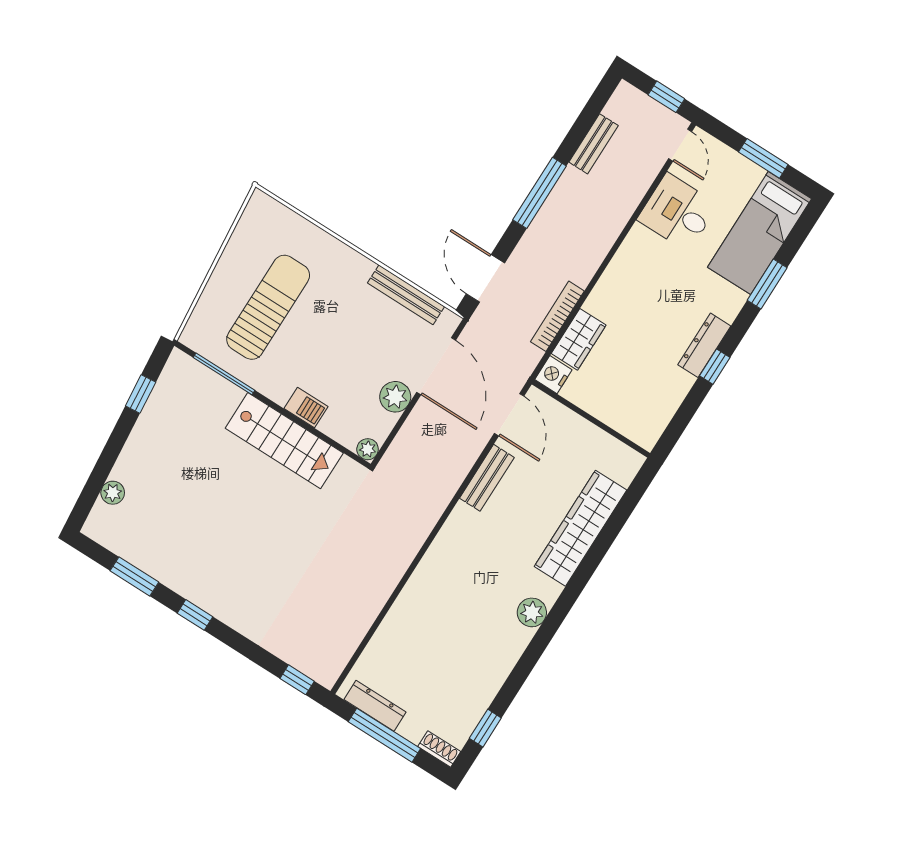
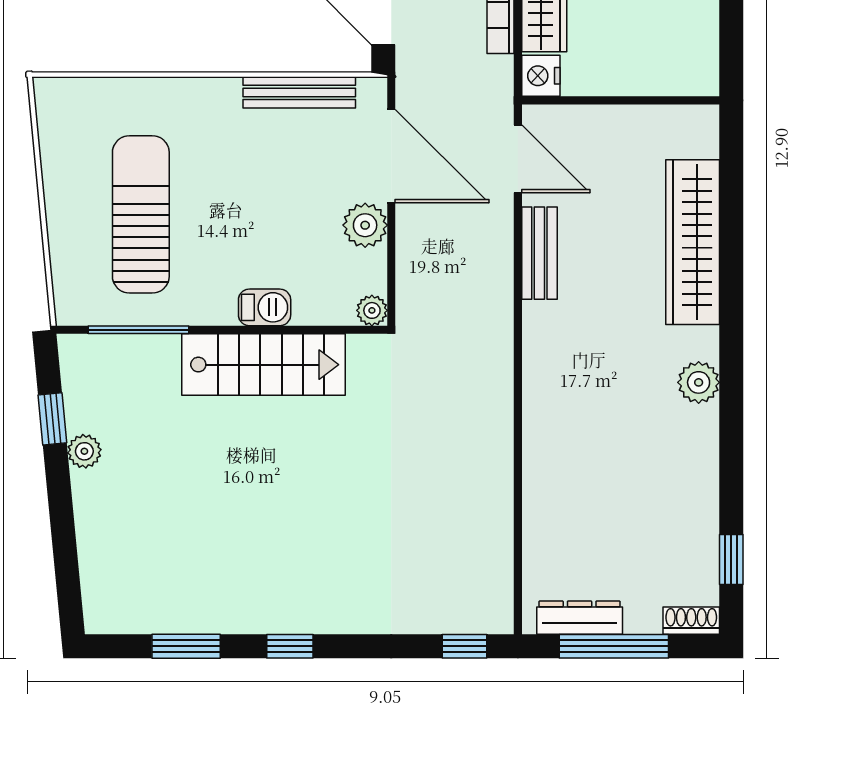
plant: (113, 493) -> (84, 451), moved

